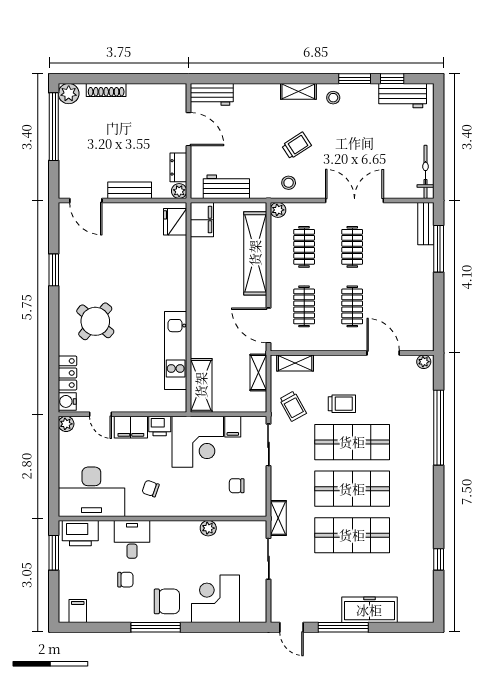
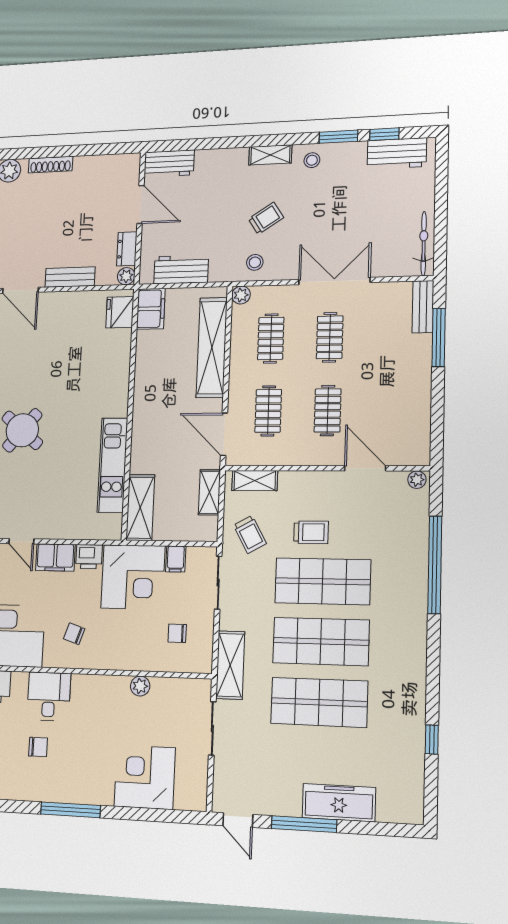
shelving: (278, 518) -> (230, 665), width x1.50, depth x1.33
chair: (167, 601) -> (86, 777), removed

